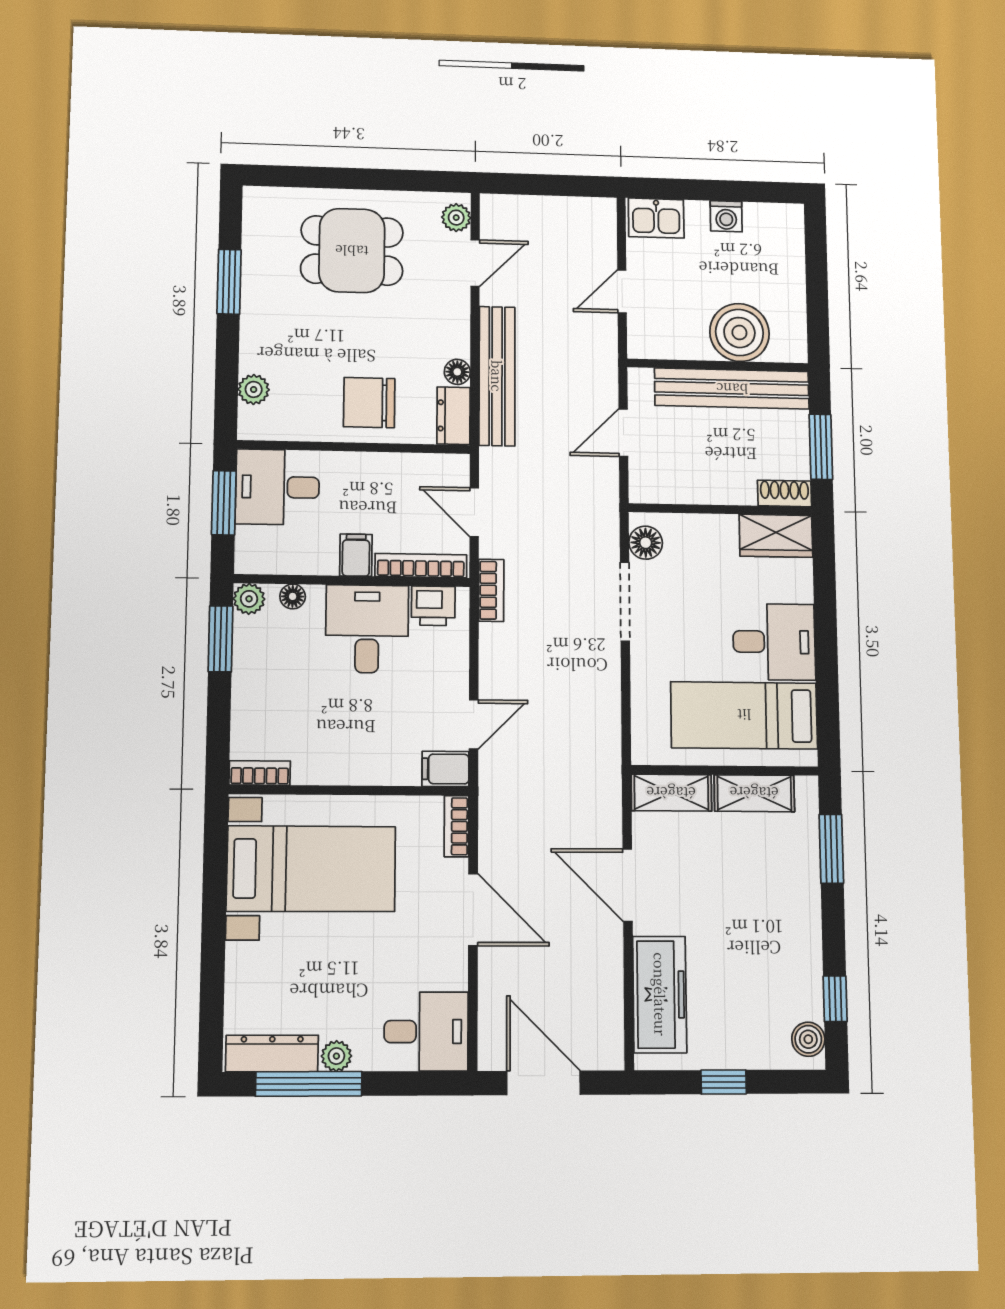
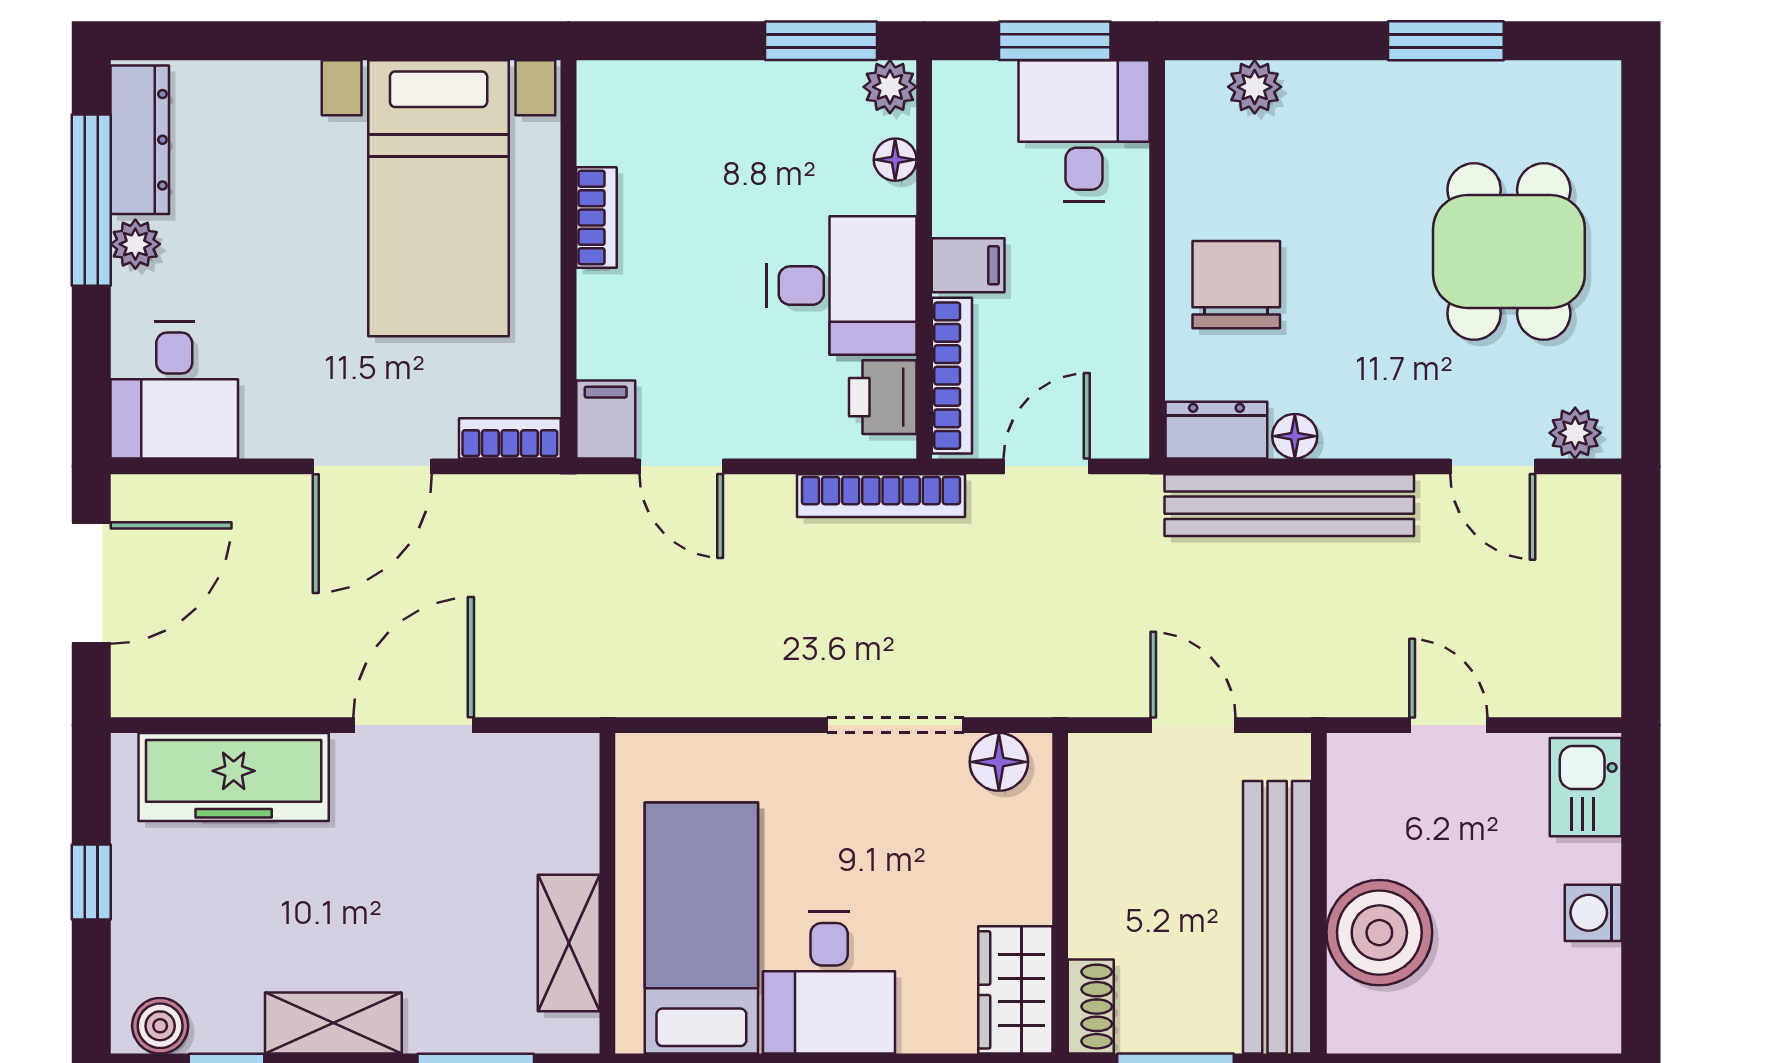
bookcase: (491, 590) -> (881, 496), width x1.56
bookcase: (260, 773) -> (596, 218), moved
shelving: (671, 793) -> (333, 1023), moved, turned 90

